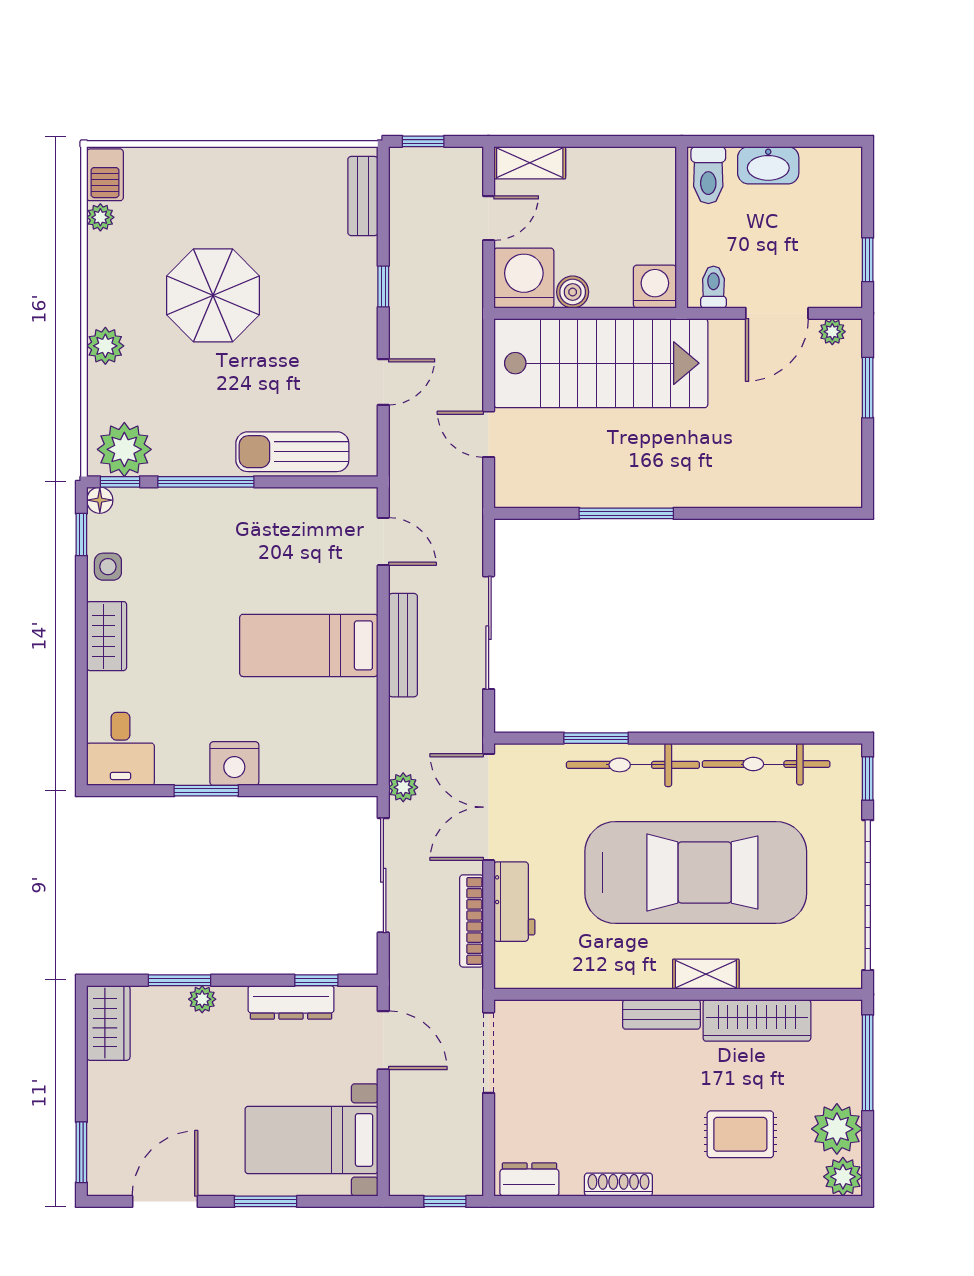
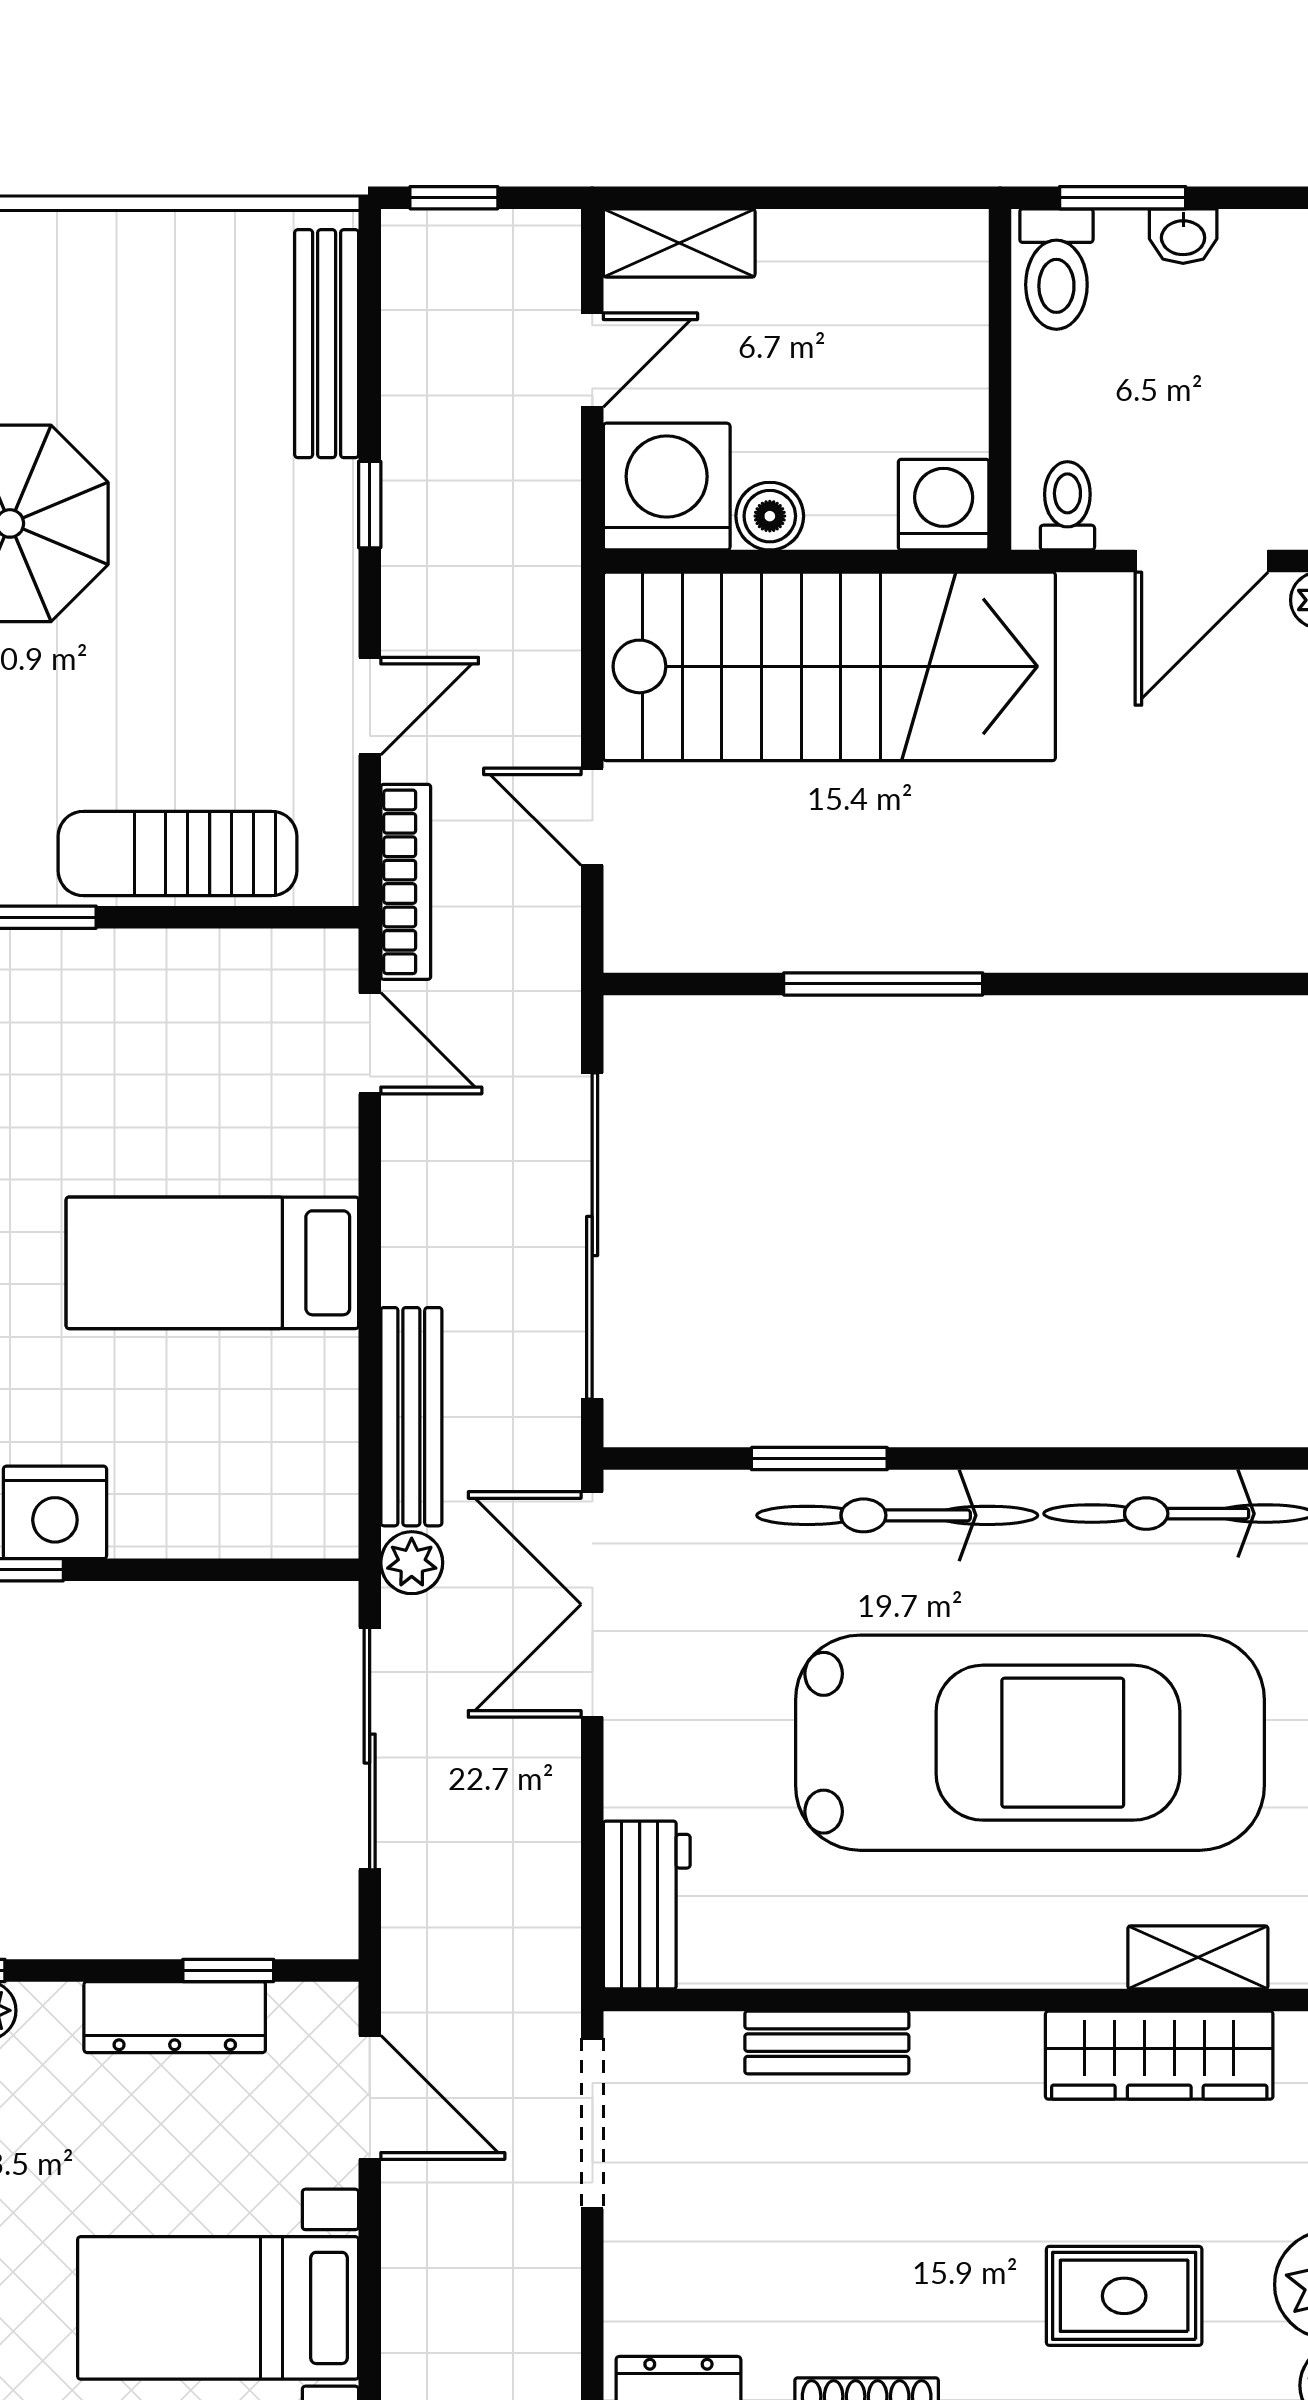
window: (740, 141) -> (1123, 198), added
washbasin: (768, 165) -> (1183, 236), width x0.52, depth x0.69
bench: (363, 196) -> (327, 344), width x1.36
sliding door: (489, 633) -> (592, 1236), width x1.36
bench: (403, 645) -> (411, 1417), moved
workbench: (514, 902) -> (647, 1905), moved
bookcase: (471, 921) -> (406, 882), moved, turned 180
shelving: (706, 974) -> (1198, 1957), moved
bench: (661, 1014) -> (827, 2043), moved

